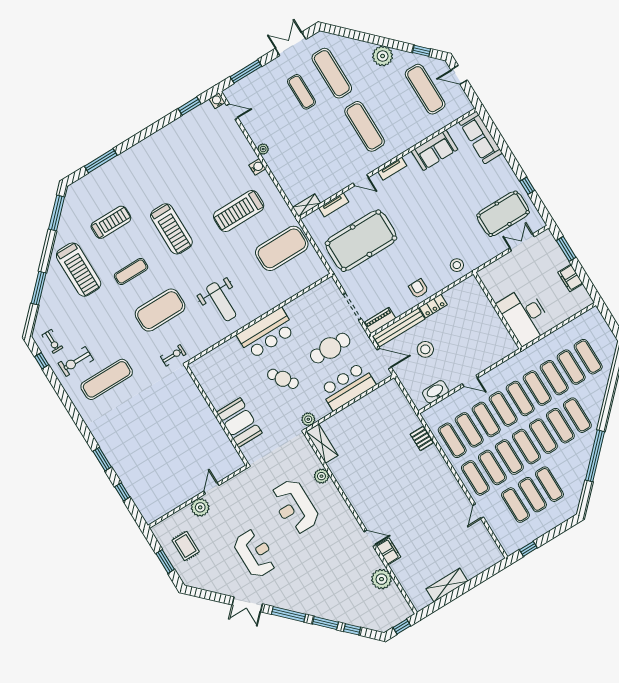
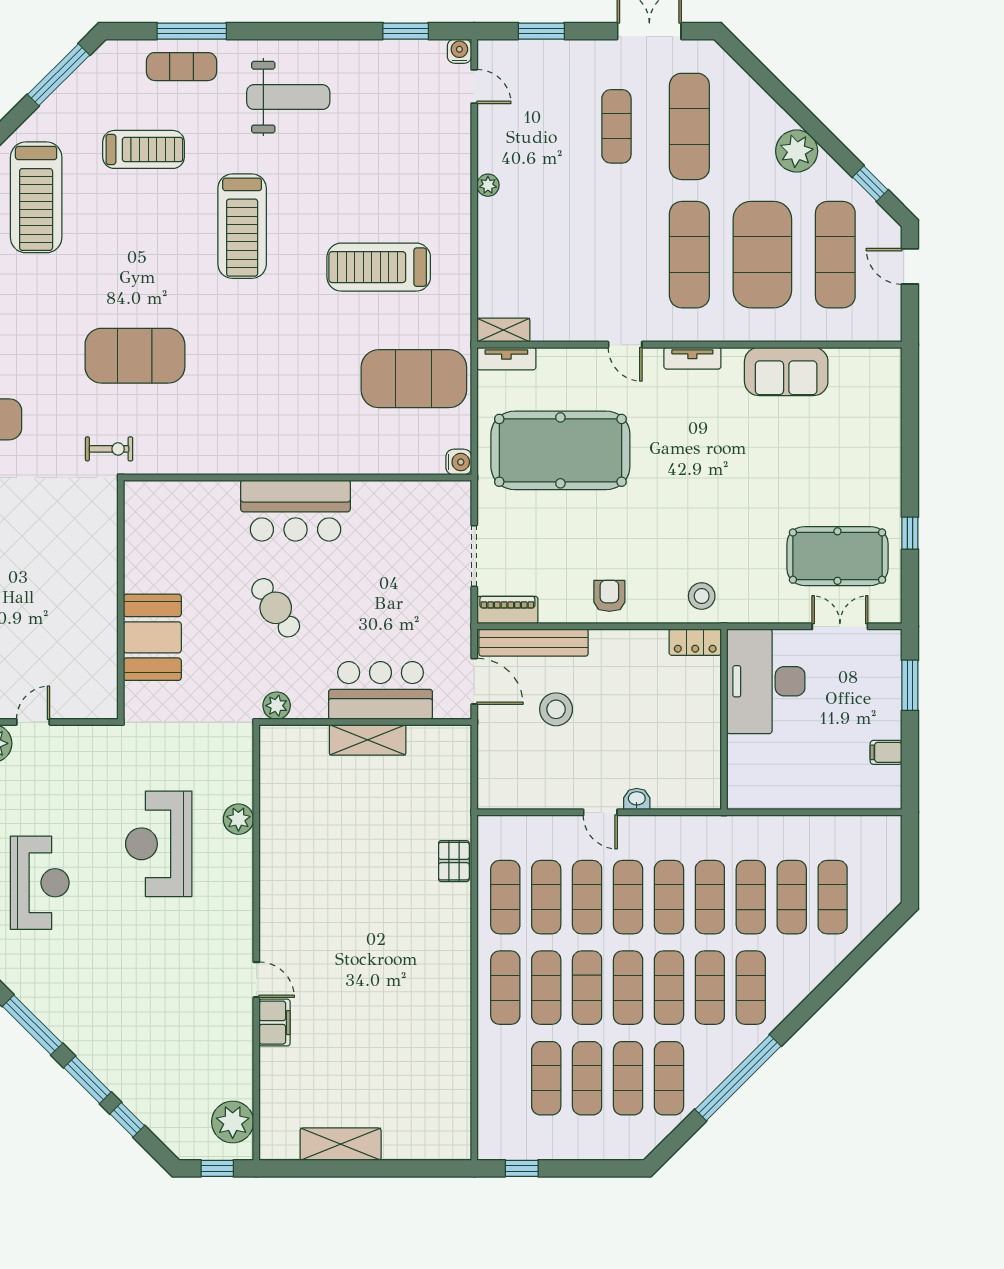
window: (246, 71) -> (541, 31), width x0.69
exercise mat: (395, 108) -> (762, 255), added
sofa: (481, 137) -> (880, 399), removed
water cooler: (257, 167) -> (459, 462), moved
tv unit: (334, 205) -> (506, 359), moved
exercise mat: (131, 272) -> (181, 67), moved
filing cabinet: (570, 278) -> (886, 752), width x0.50
weight bench: (221, 302) -> (288, 97), moved, turned -90
locker: (433, 306) -> (695, 642), moved
desk: (525, 316) -> (766, 681), moved
cafe table: (330, 348) -> (391, 605), removed
washbasin: (435, 392) -> (637, 799), moved, width x0.52, depth x0.69
shelving: (322, 444) -> (368, 740), moved, turned 90
exercise mat: (566, 474) -> (669, 1078), added
door: (478, 511) -> (474, 1049), removed
plant: (382, 579) -> (233, 1122), moved

